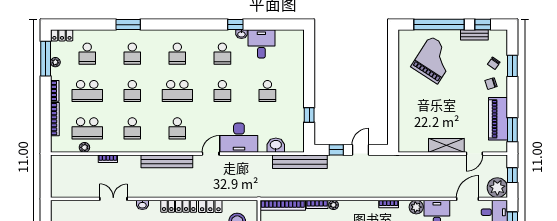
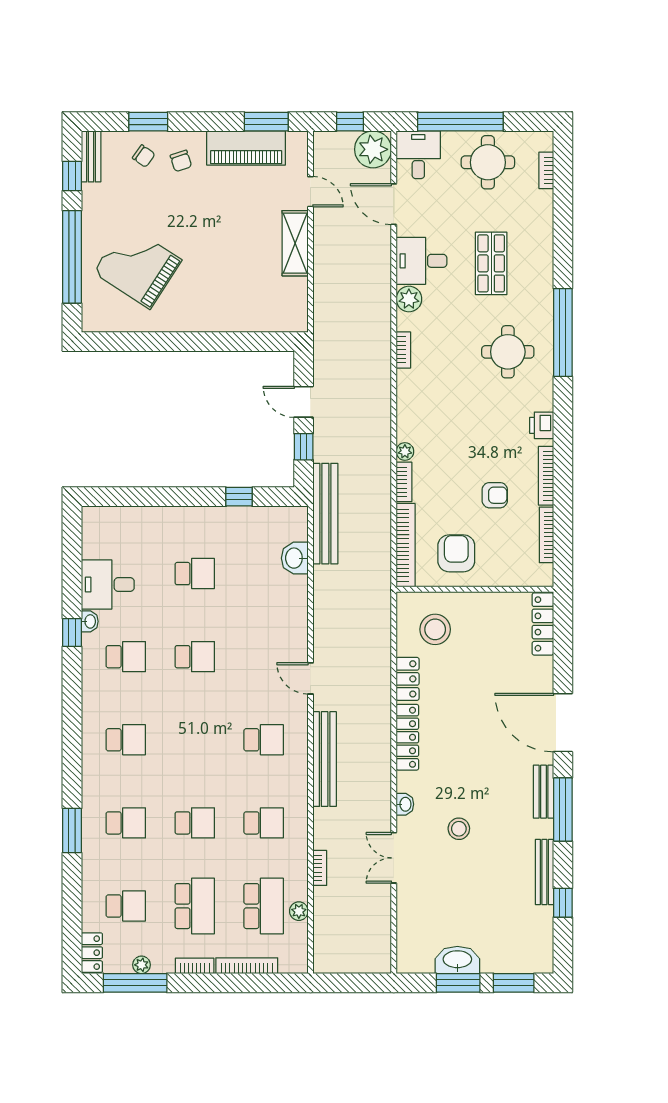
bench: (474, 35) -> (91, 156), moved
school desk: (177, 91) -> (195, 740), removed
desk: (239, 138) -> (281, 626), removed

